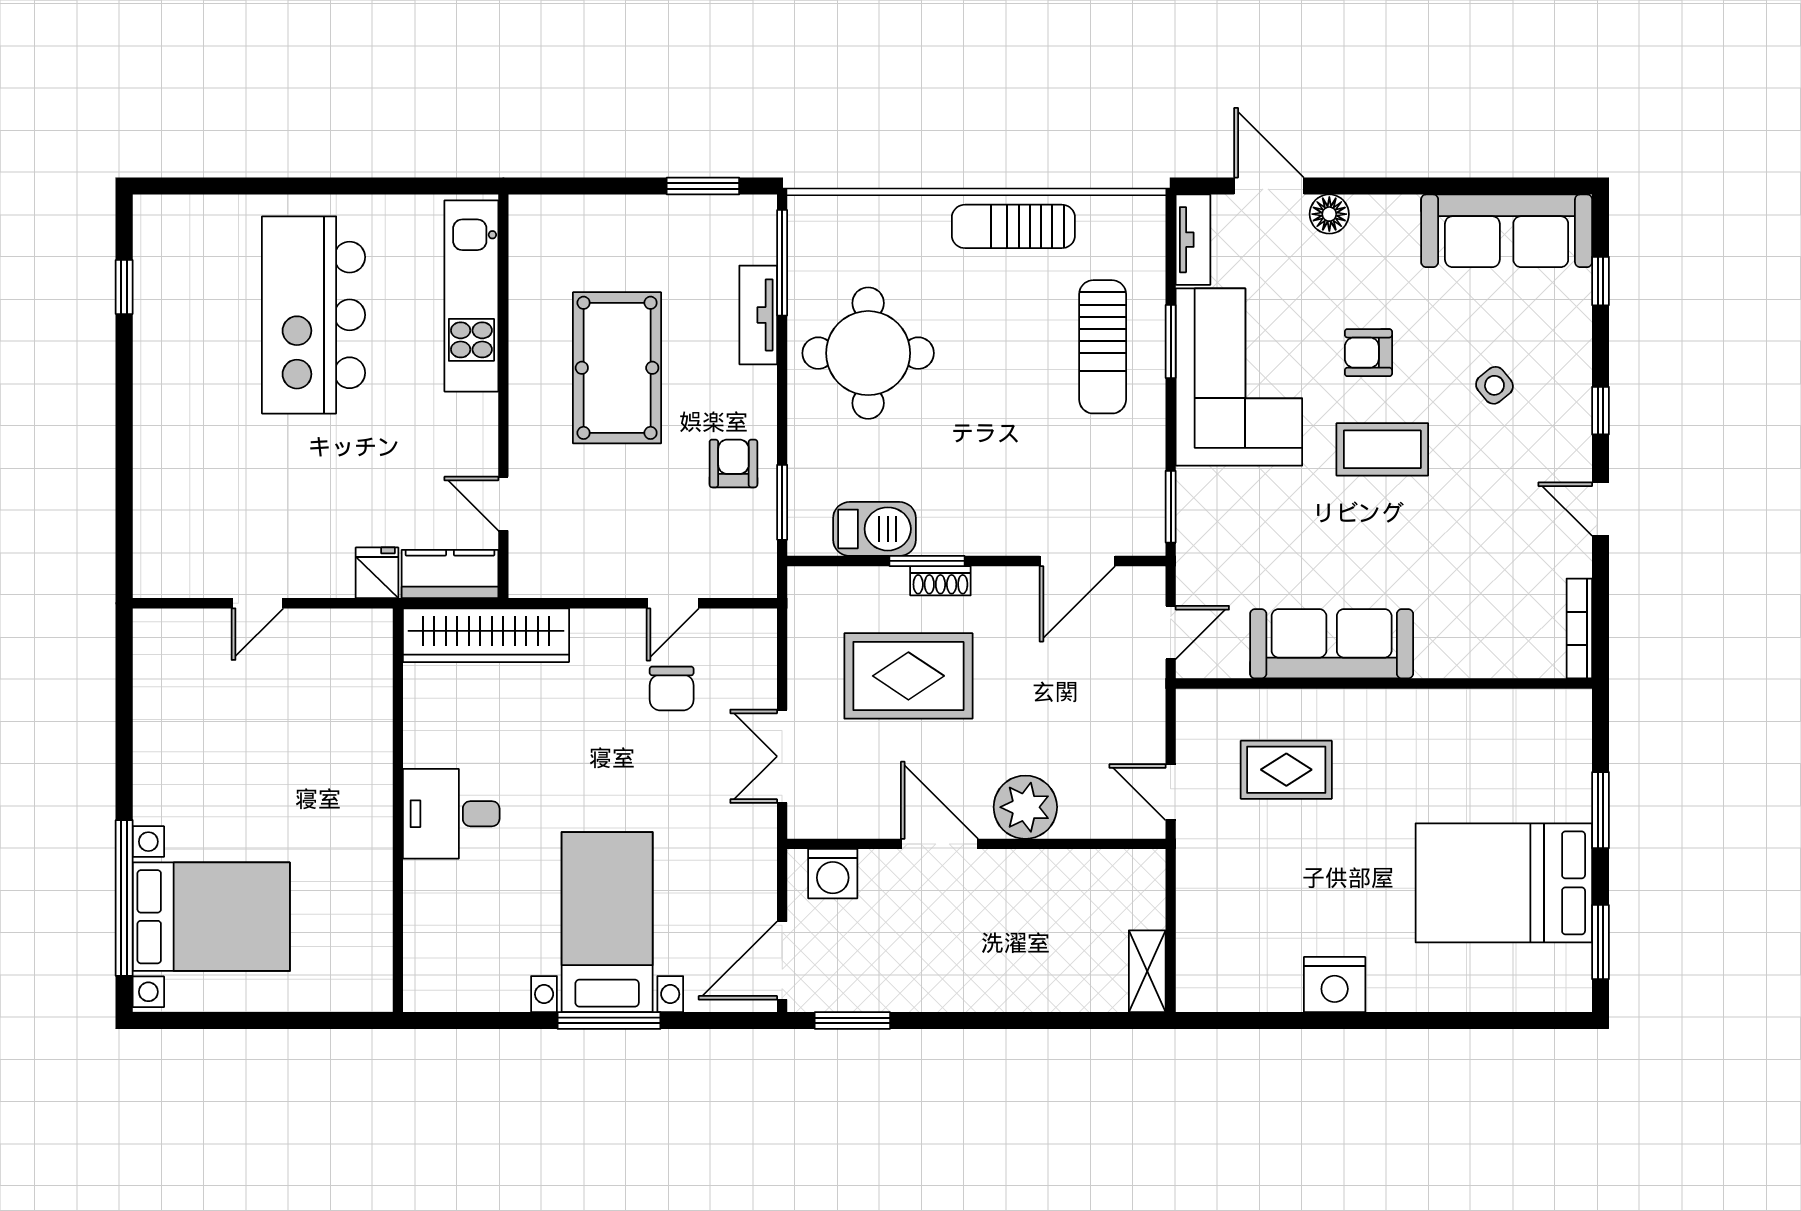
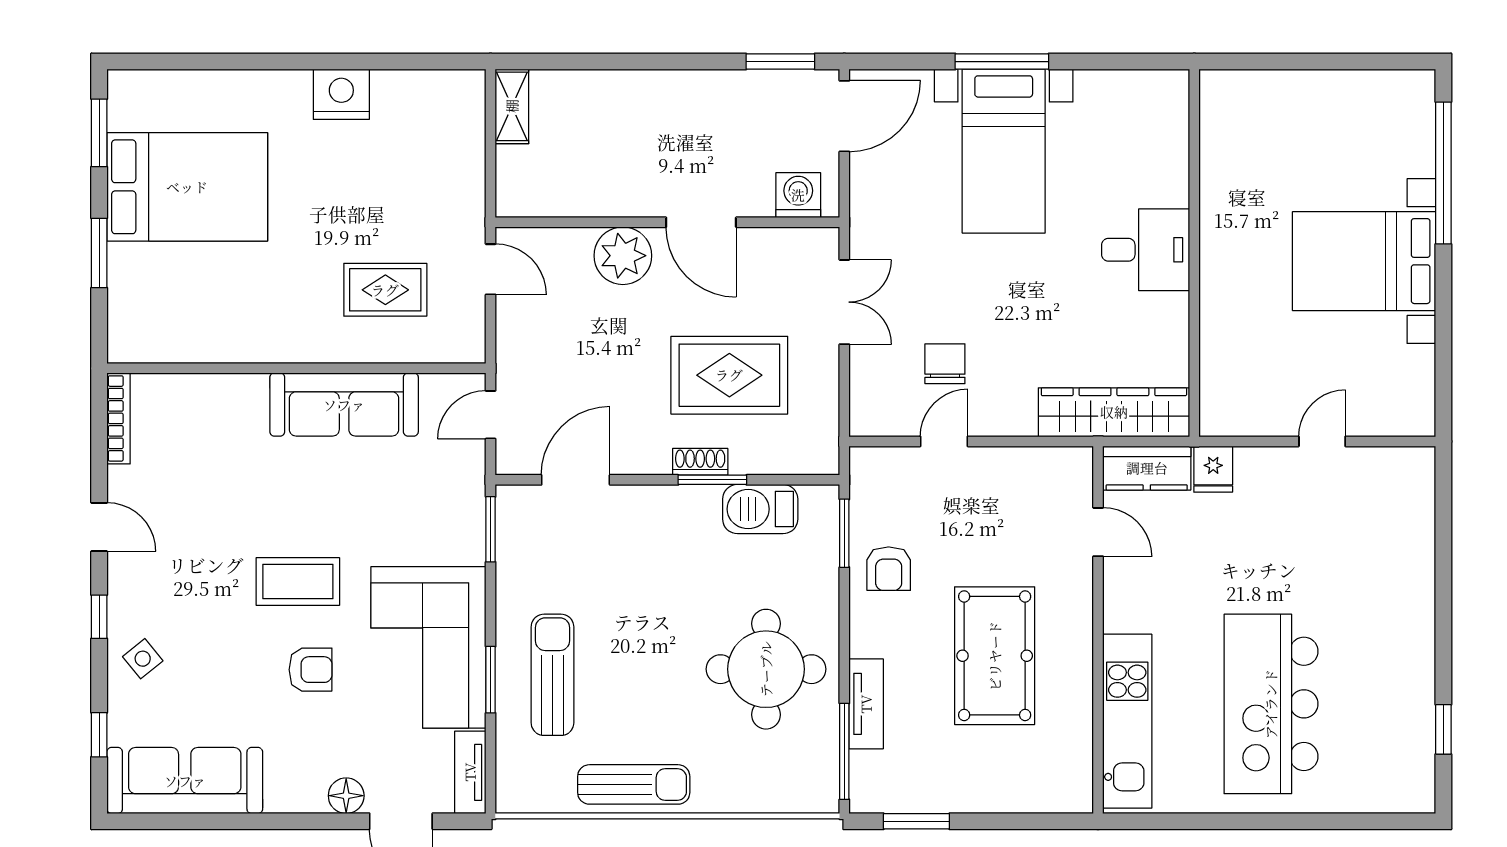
kitchen island: (313, 315) -> (1271, 704), turned 180
side table: (1494, 385) -> (143, 659), moved
bed with nightstands: (211, 917) -> (1364, 261), moved

